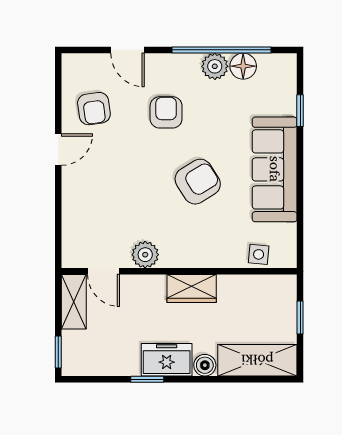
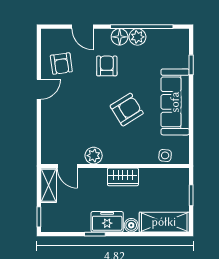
floor lamp: (243, 66) -> (120, 37), moved

